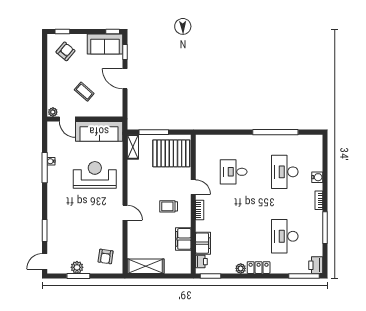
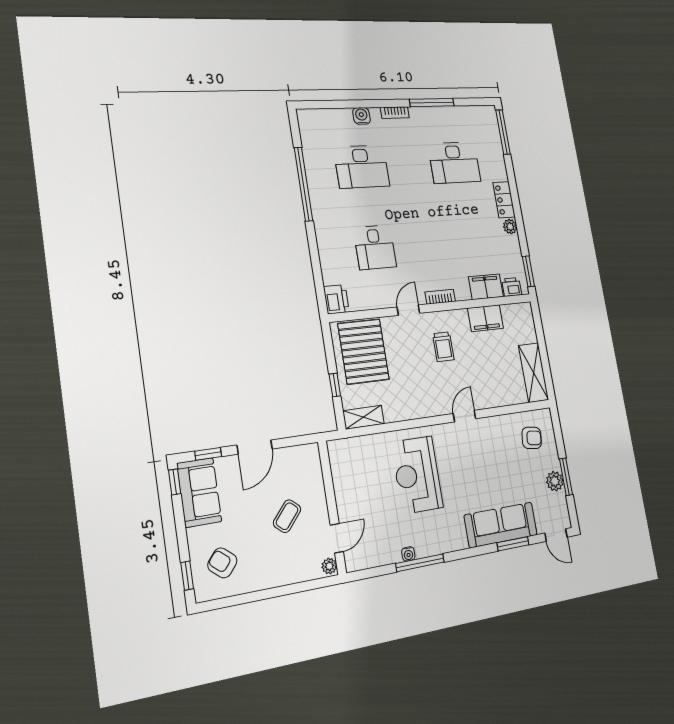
sofa: (99, 131) -> (501, 525), moved, turned -90
window: (154, 132) -> (335, 385), width x0.46
printer: (316, 265) -> (336, 299), moved, turned -90

